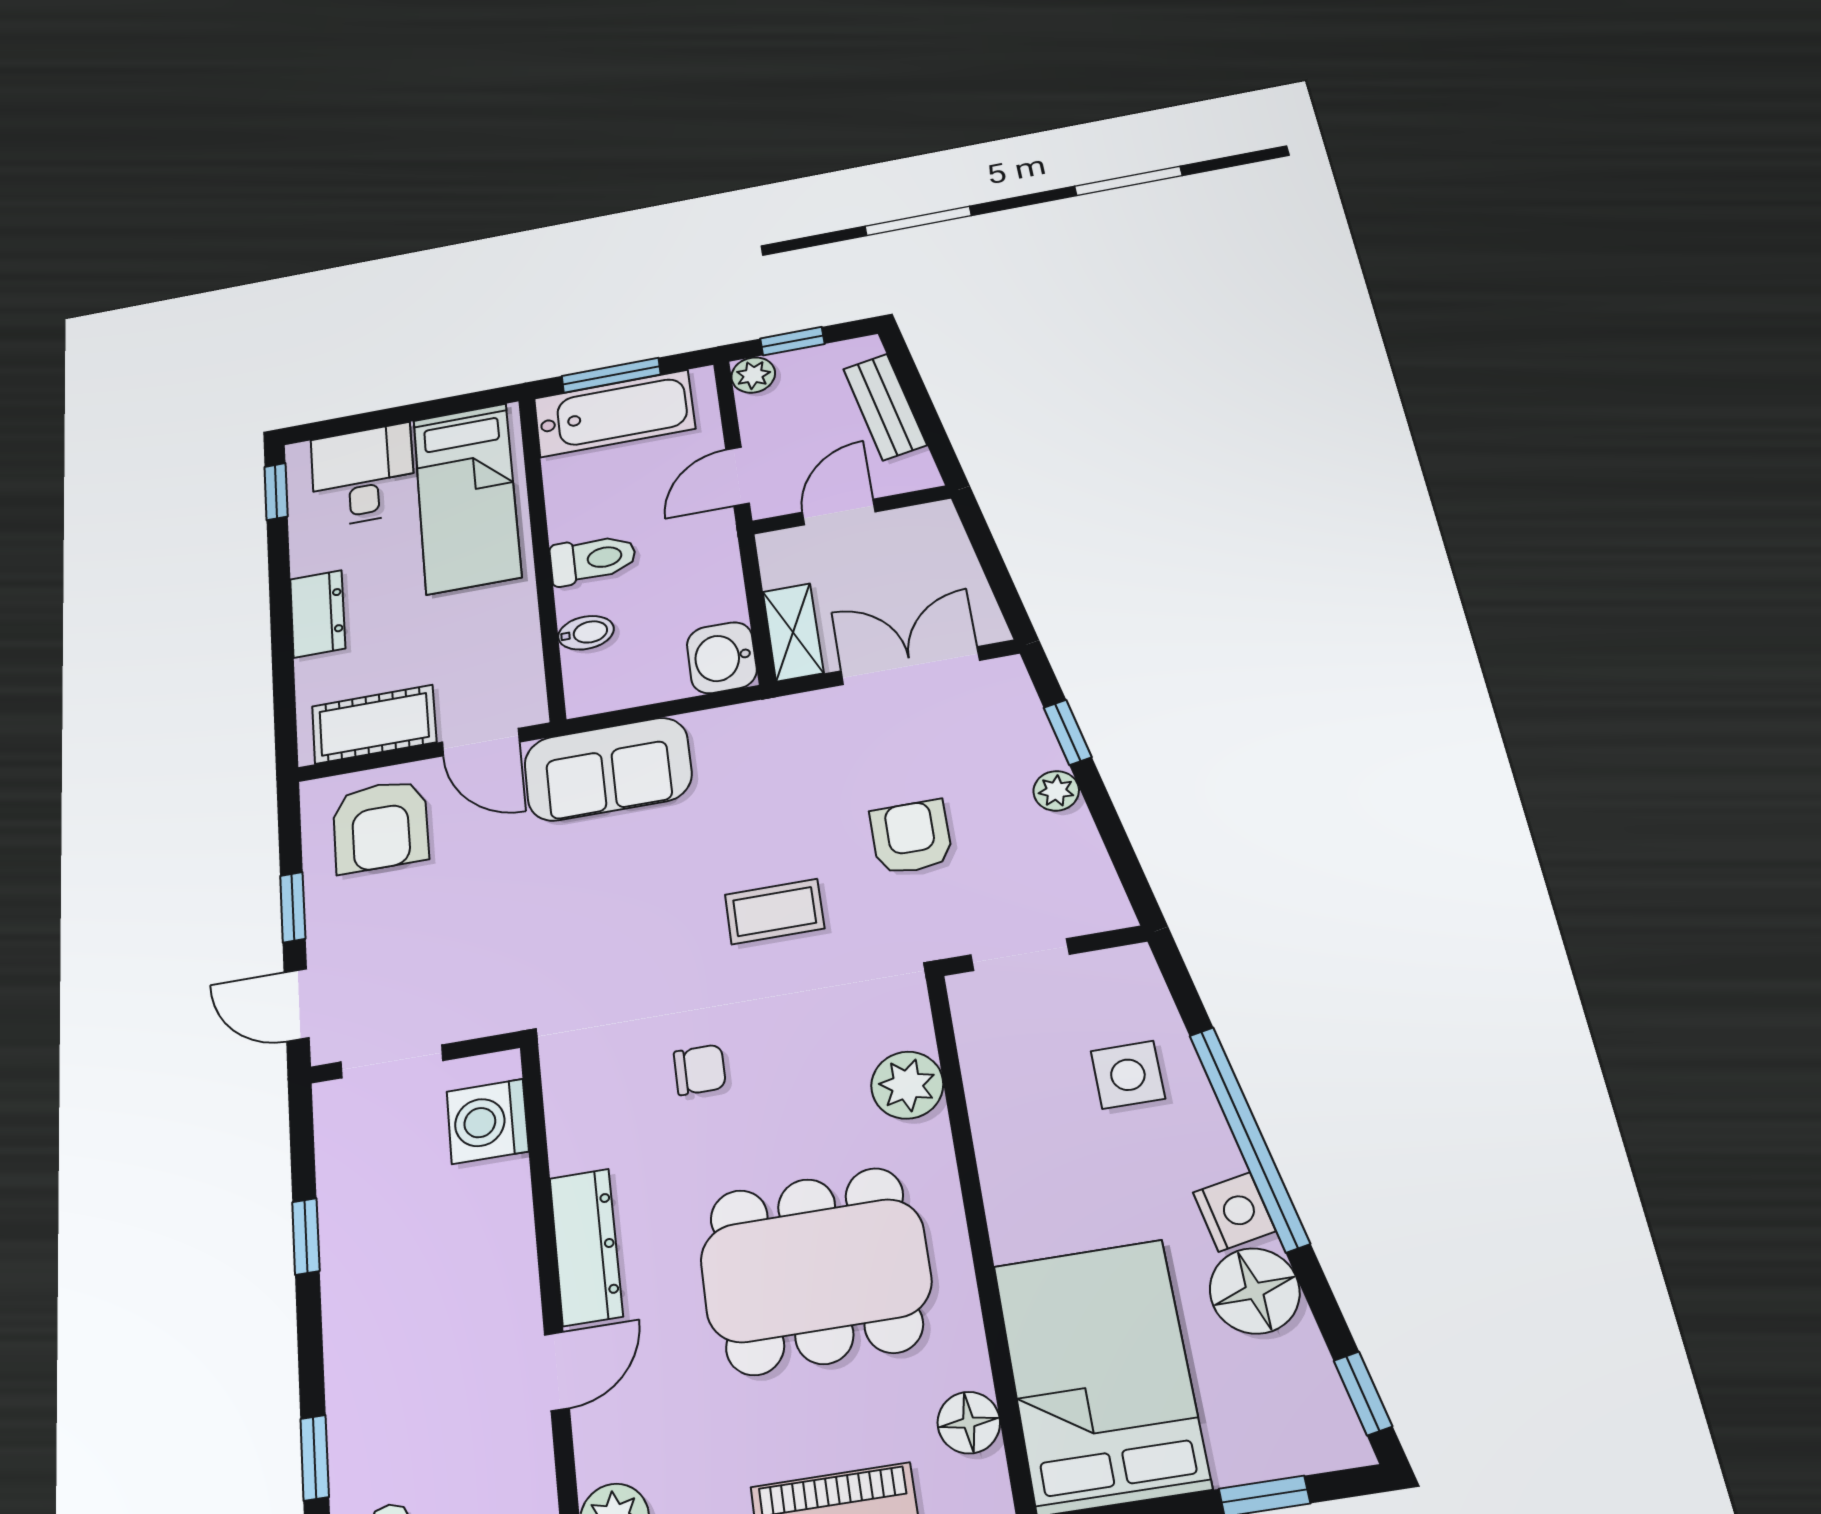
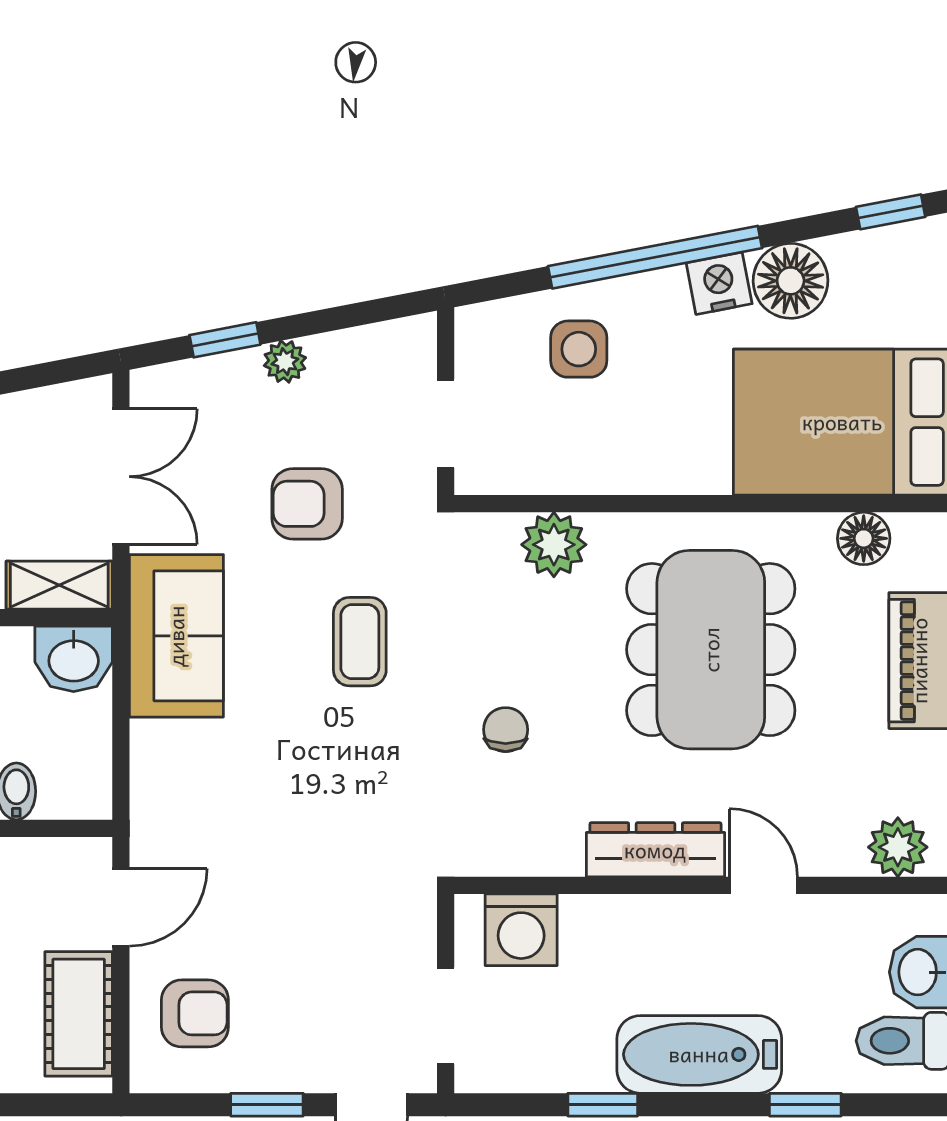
double door: (910, 666) -> (121, 477), swing flipped
sofa: (608, 769) -> (176, 636), moved
armchair: (380, 826) -> (195, 1013), width x0.72, depth x0.72
bathtub: (365, 1331) -> (699, 1054), added

